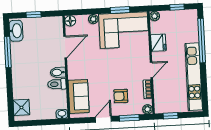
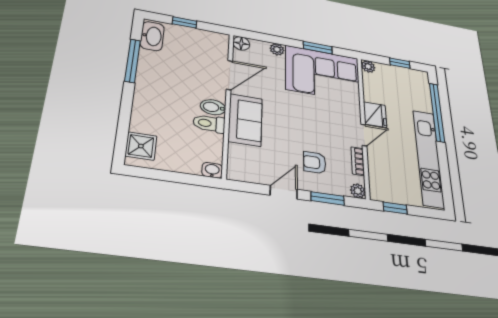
fridge: (158, 43) -> (375, 115), moved
sofa: (79, 96) -> (245, 120), moved

